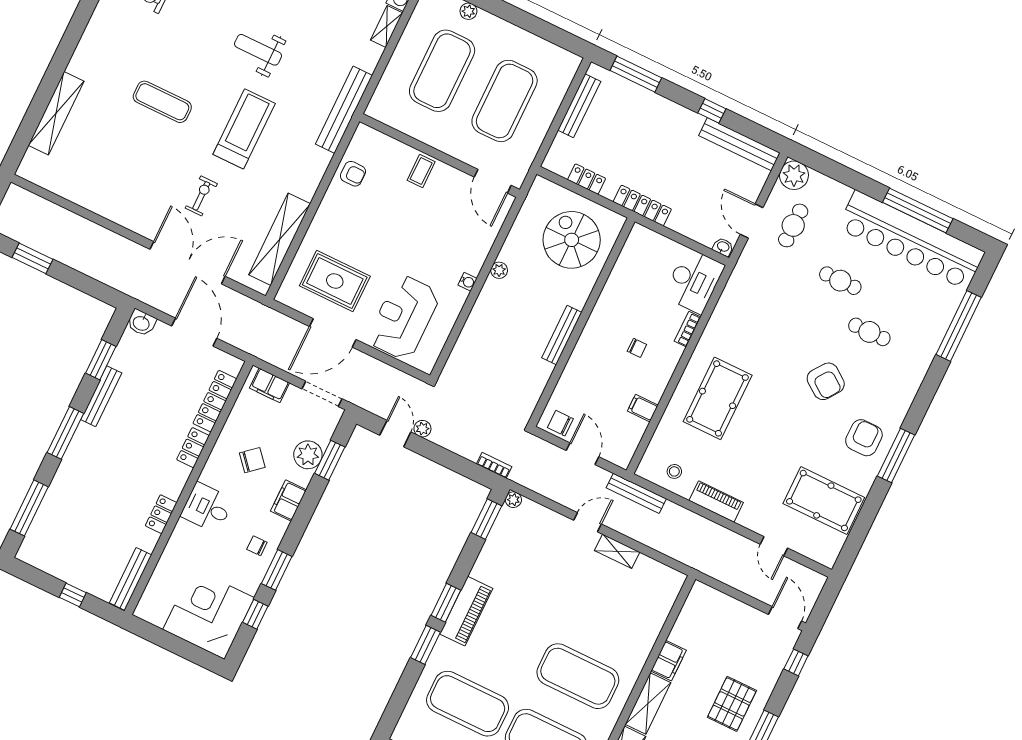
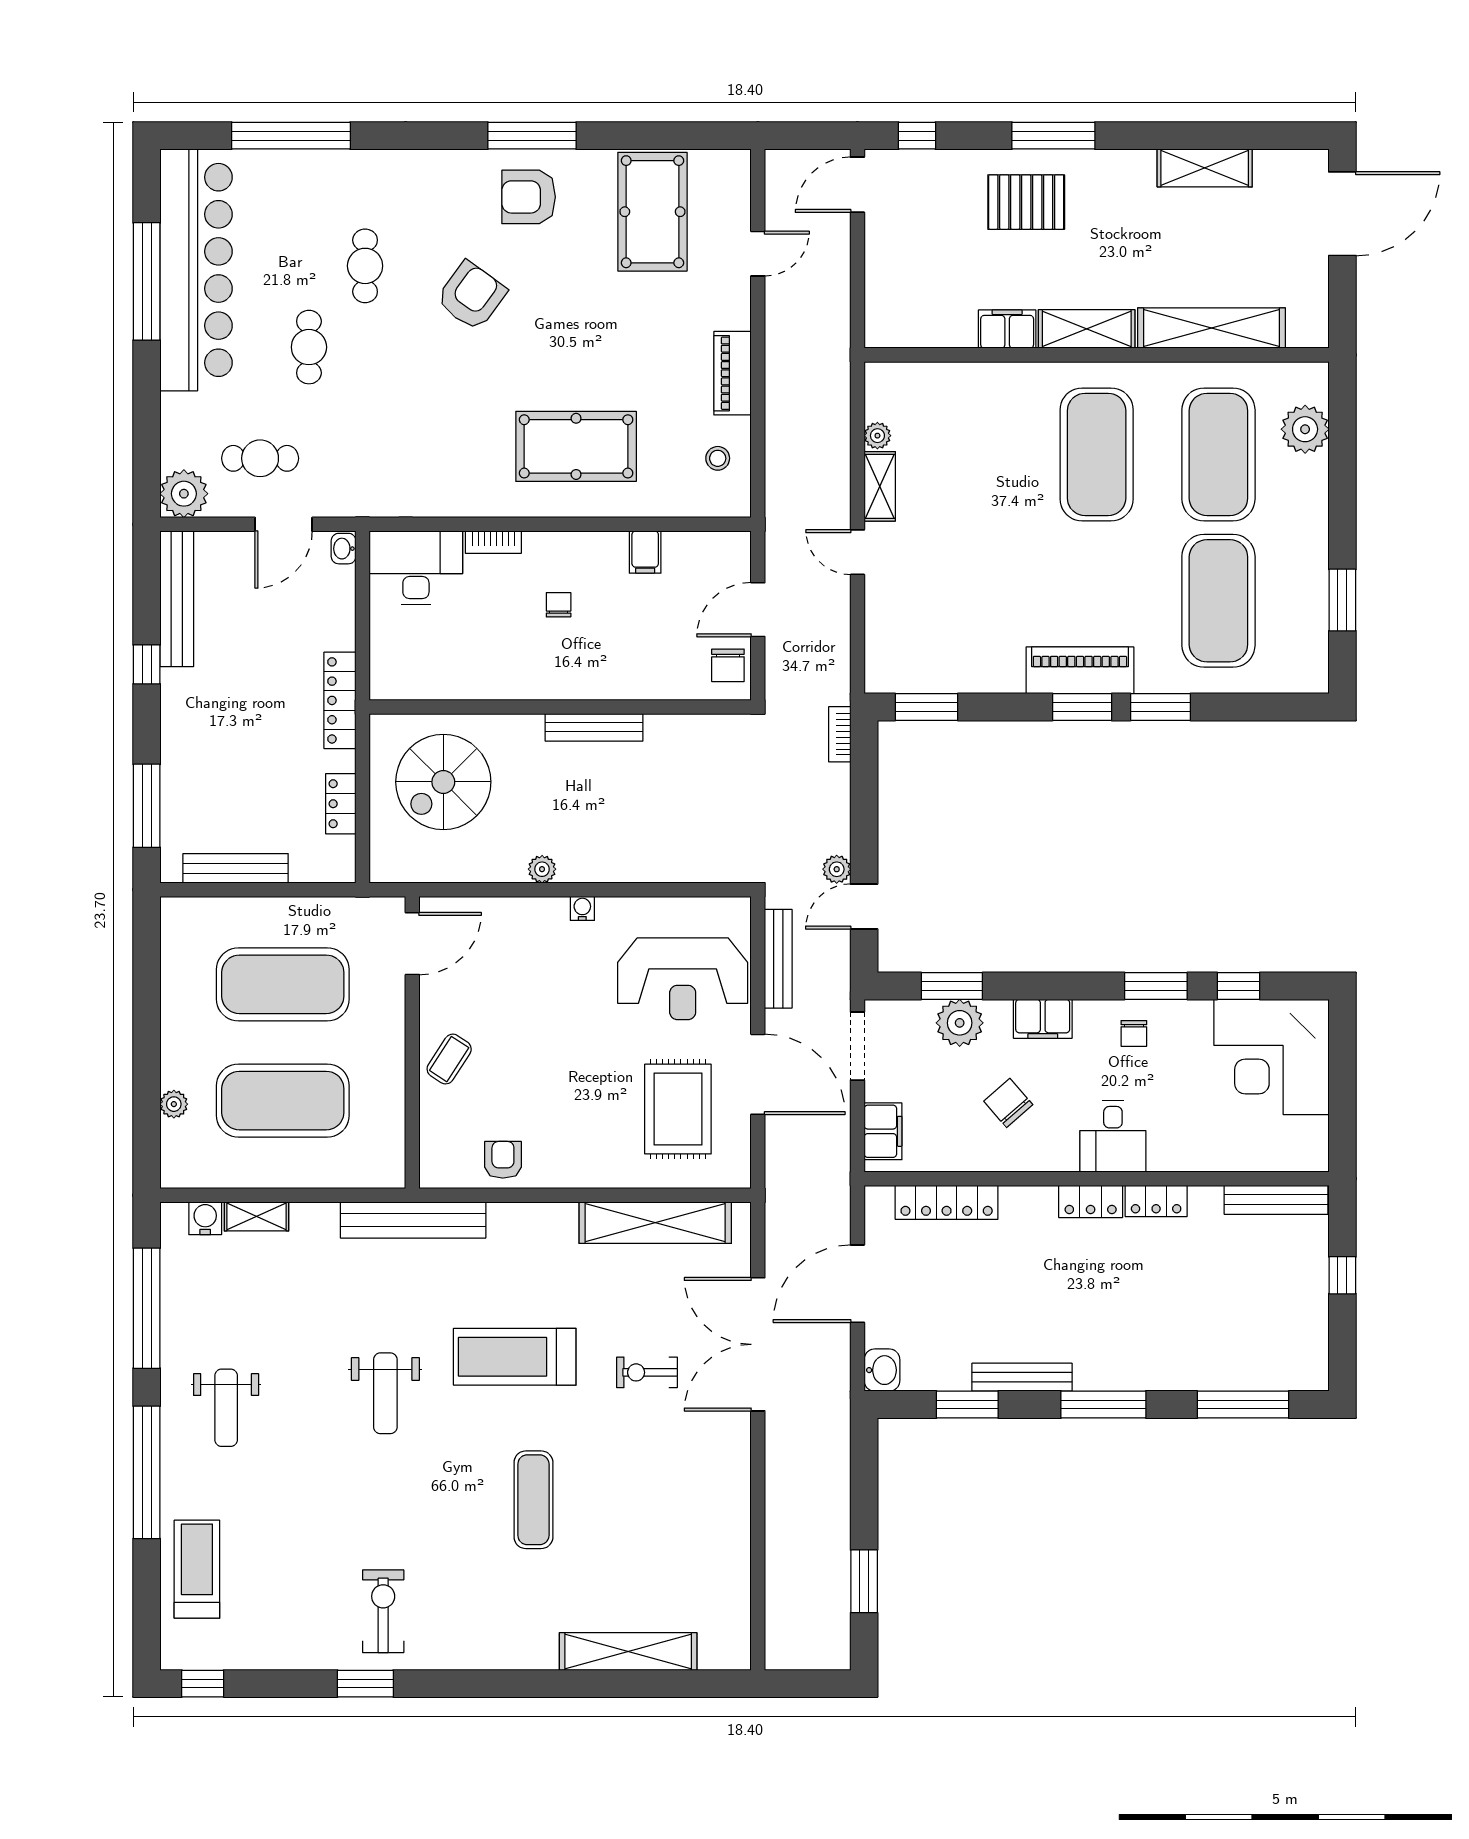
coffee table: (421, 171) -> (449, 1059), turned -57
locker: (193, 448) -> (1091, 1201), moved
bench: (636, 493) -> (778, 959), moved
plant: (513, 500) -> (877, 436), moved

